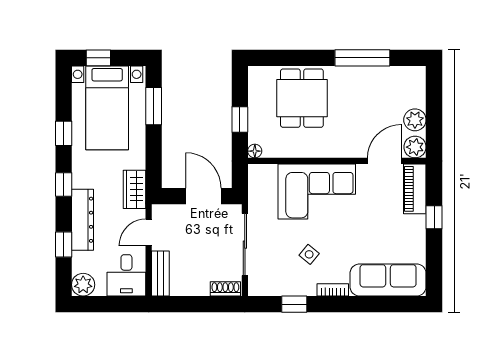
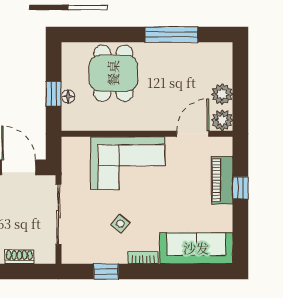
floor lamp: (255, 151) -> (68, 96), moved
piano: (415, 189) -> (222, 180), moved
shoe rack: (225, 289) -> (19, 257), moved

